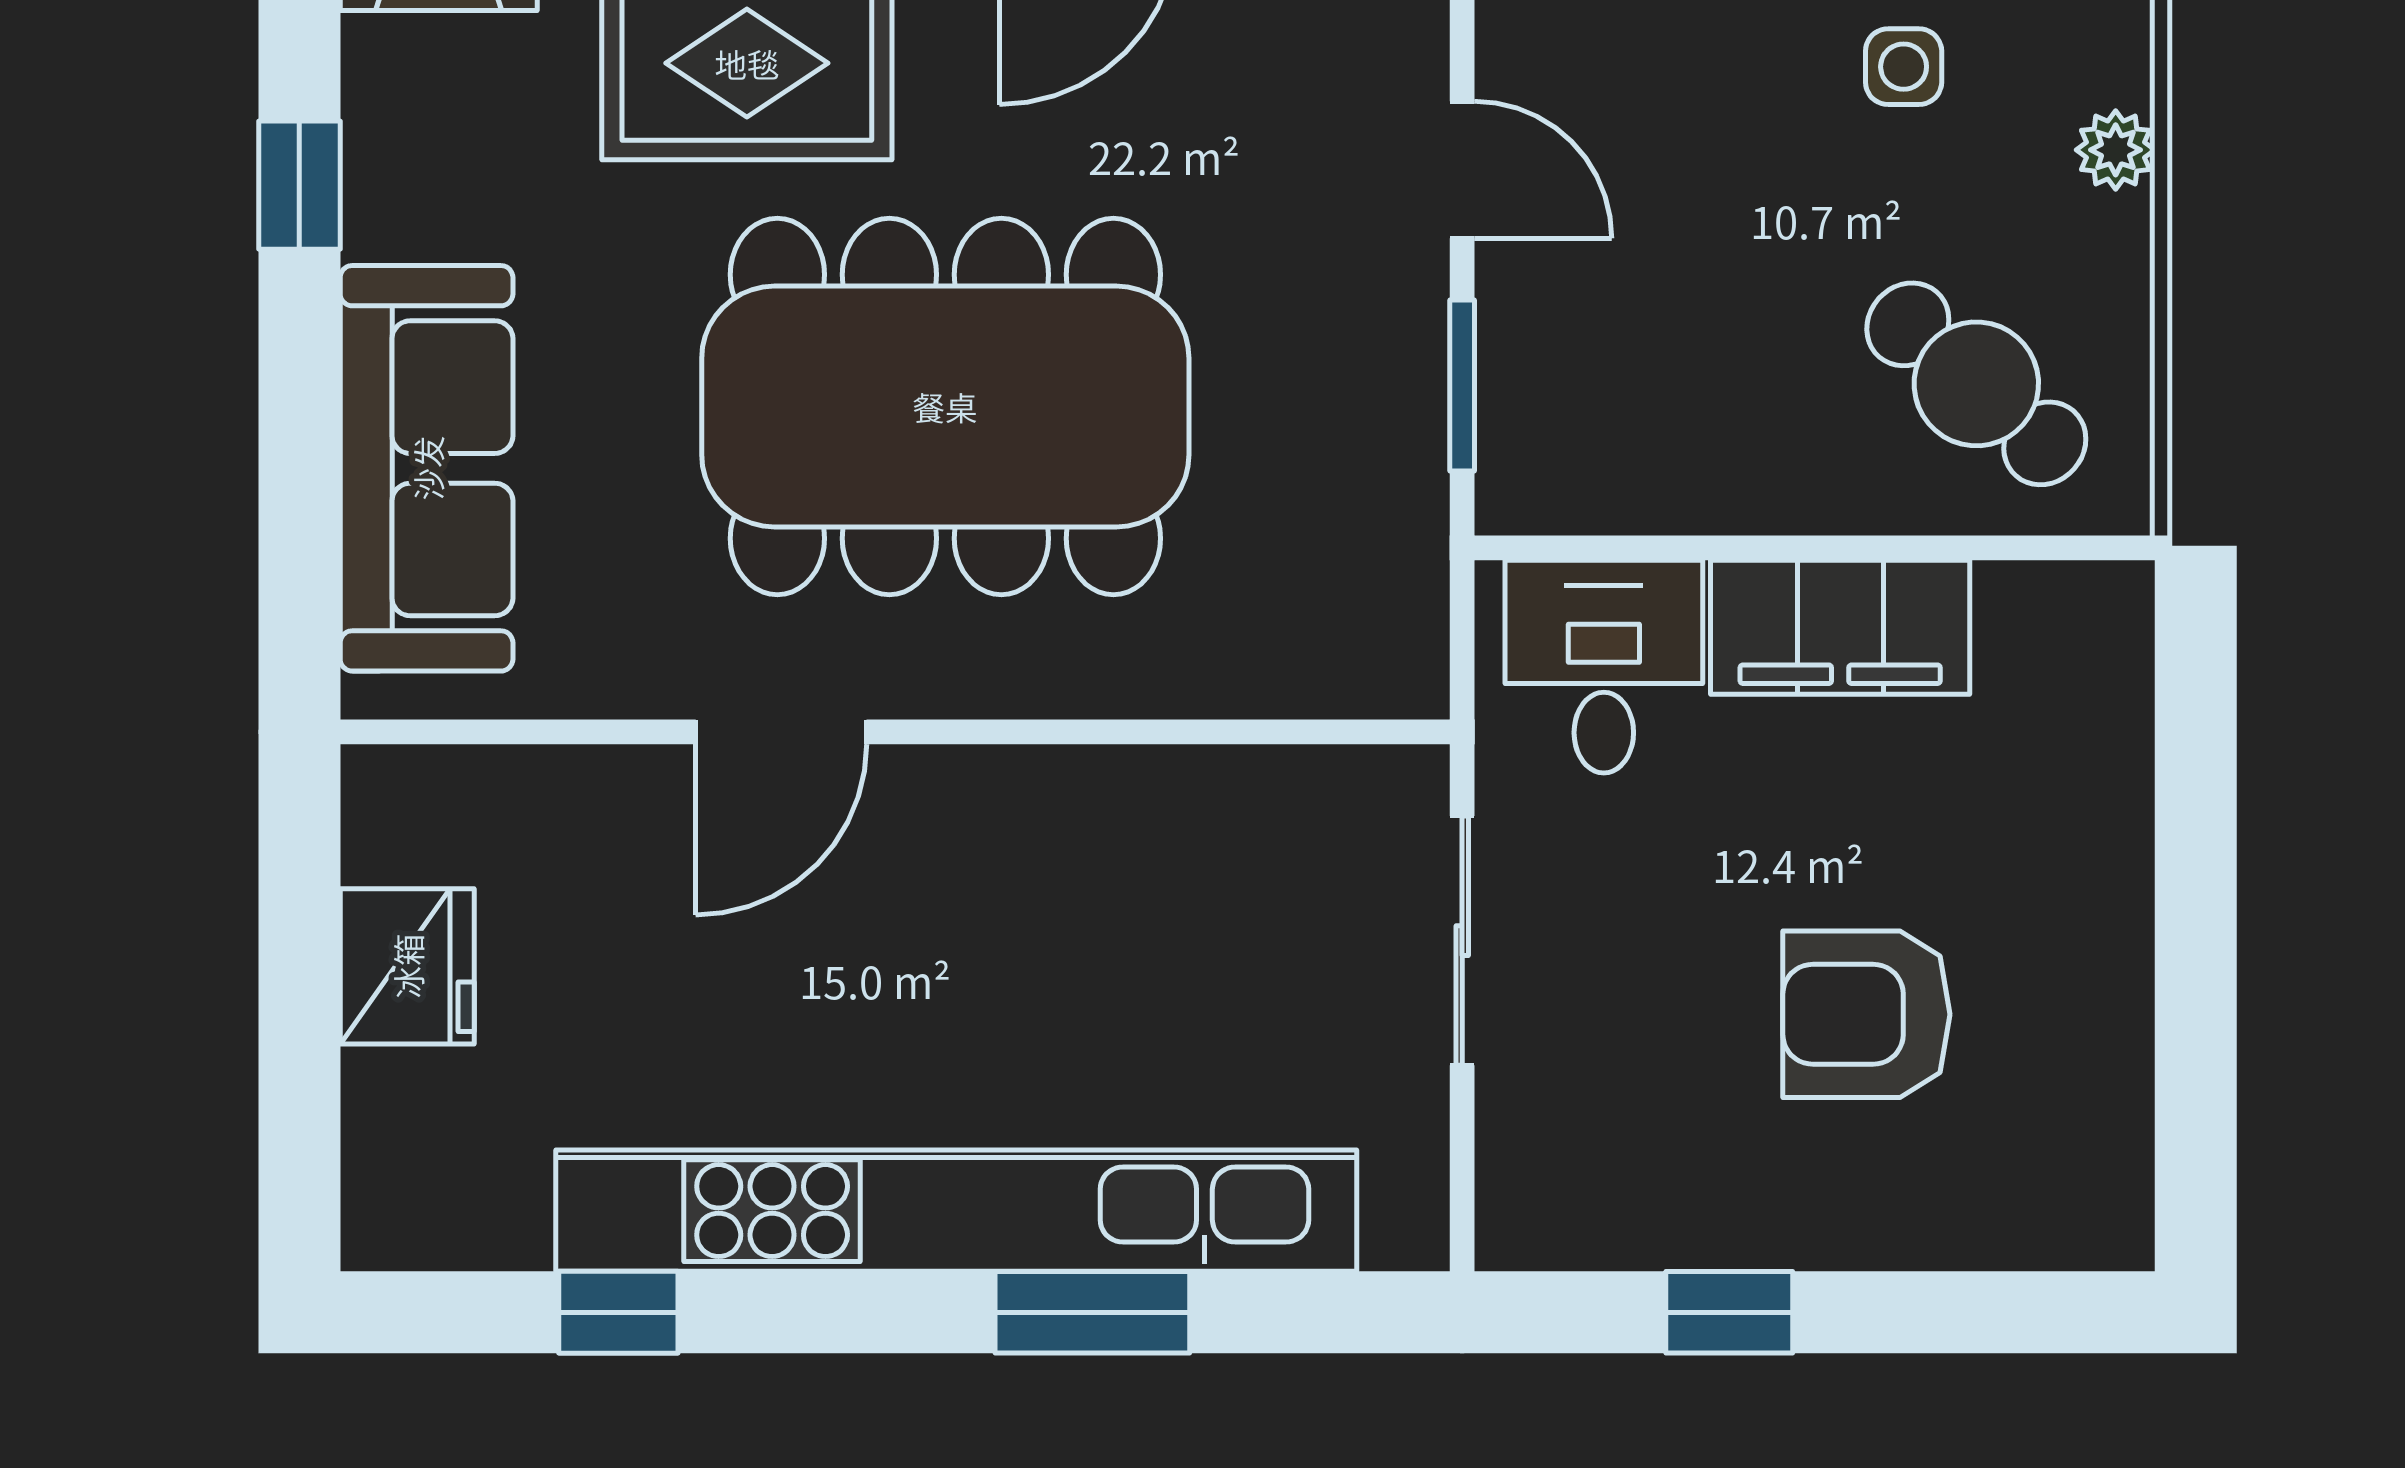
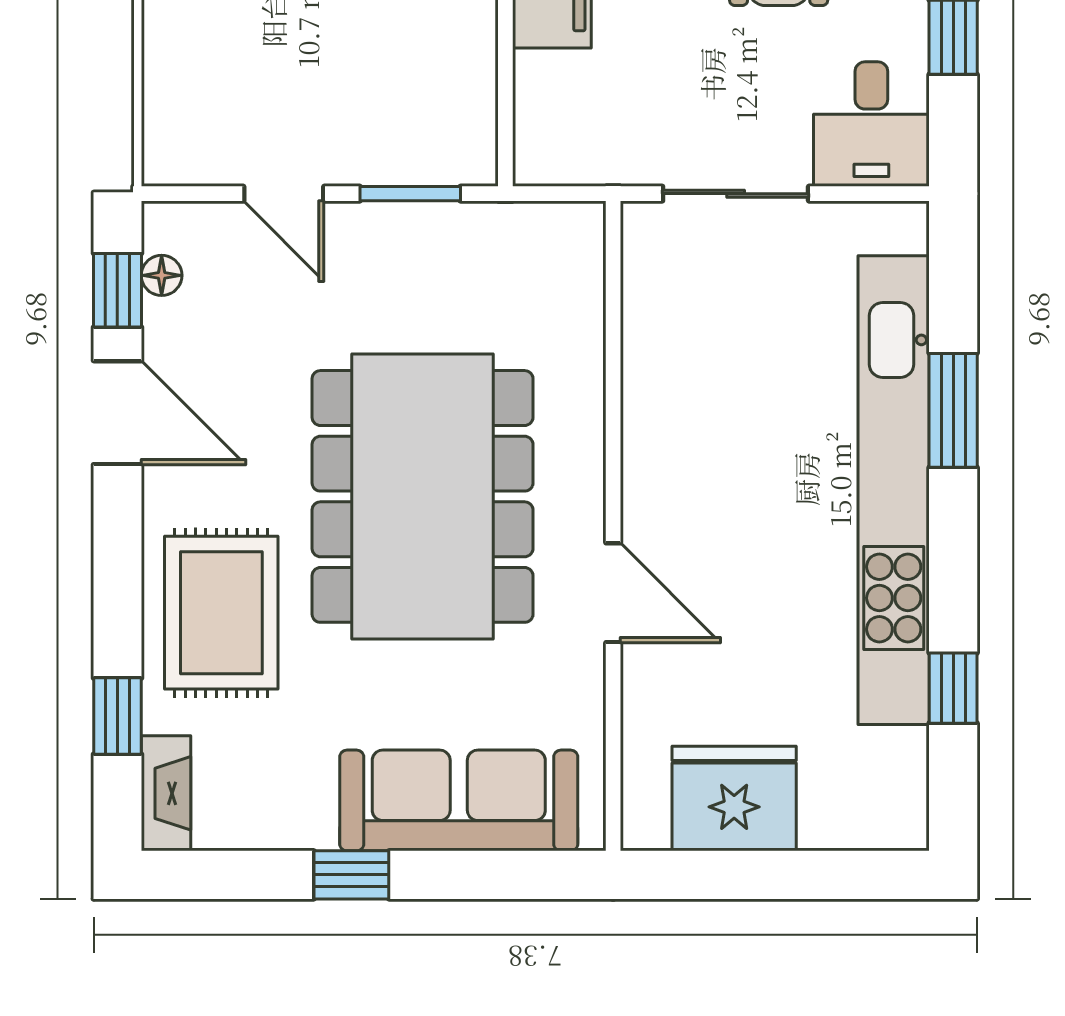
door: (1462, 170) -> (284, 194), swing flipped
window: (299, 185) -> (351, 875), moved
desk: (1604, 667) -> (871, 124), moved, turned -90
fridge: (407, 966) -> (734, 799), width x1.36, depth x1.34

